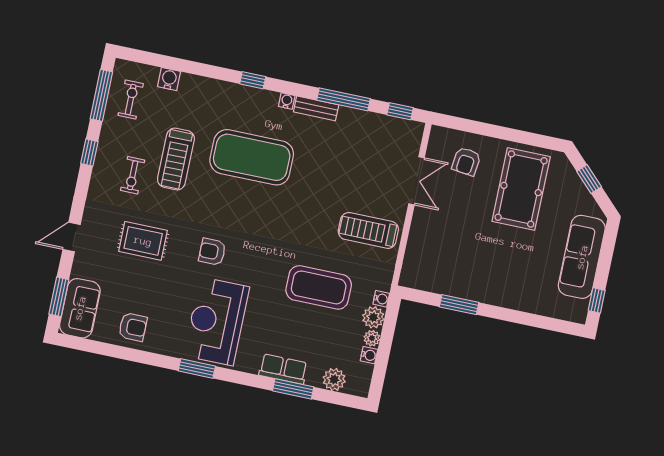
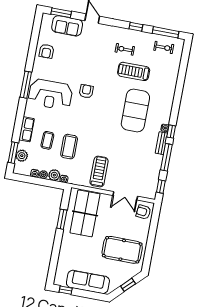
water cooler: (169, 79) -> (175, 67), removed
window: (253, 80) -> (171, 131), moved
armchair: (466, 161) -> (143, 212), moved
rug: (143, 241) -> (91, 55), removed
table tennis table: (449, 259) -> (85, 213), added
coffee table: (319, 287) -> (69, 147), width x0.73, depth x0.76
sofa: (80, 308) -> (67, 26), moved
reception desk: (217, 321) -> (50, 94), turned 180
coffee table: (306, 329) -> (47, 140), added
window: (197, 369) -> (26, 85), width x1.44
window: (293, 389) -> (13, 153), moved

